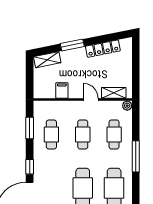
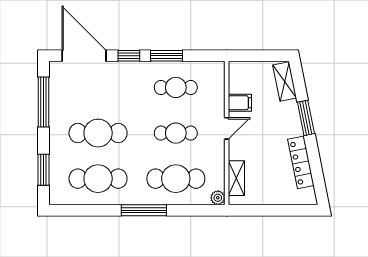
door: (91, 100) -> (227, 128), moved
window: (30, 128) -> (167, 56), moved
cafe table: (114, 134) -> (176, 179), width x1.37, depth x1.35

